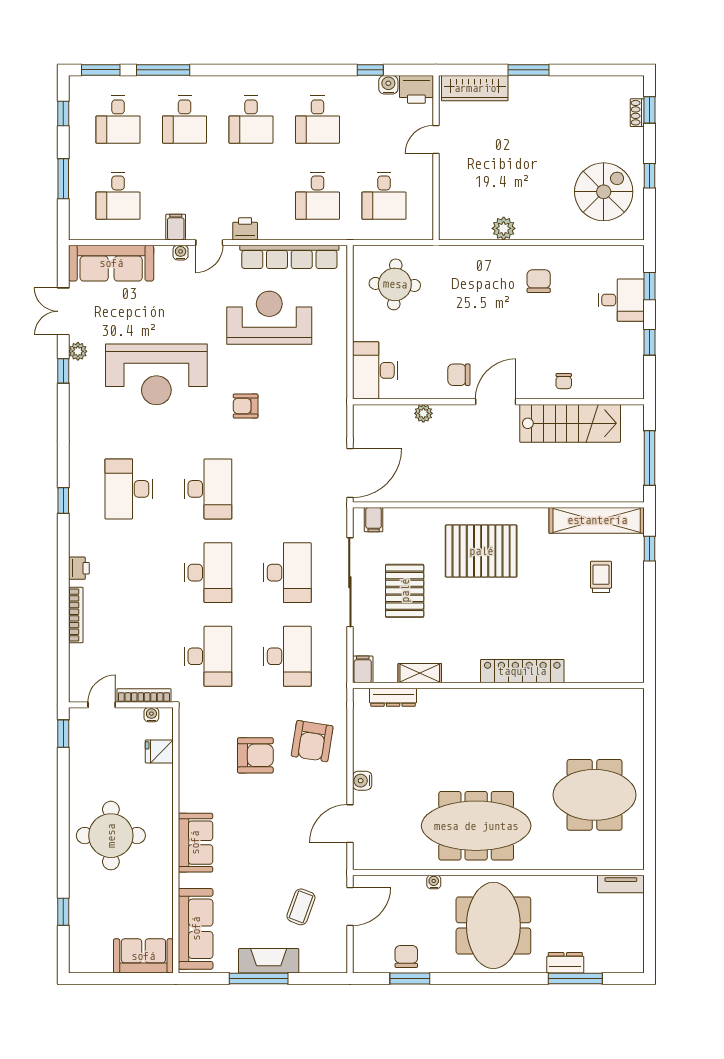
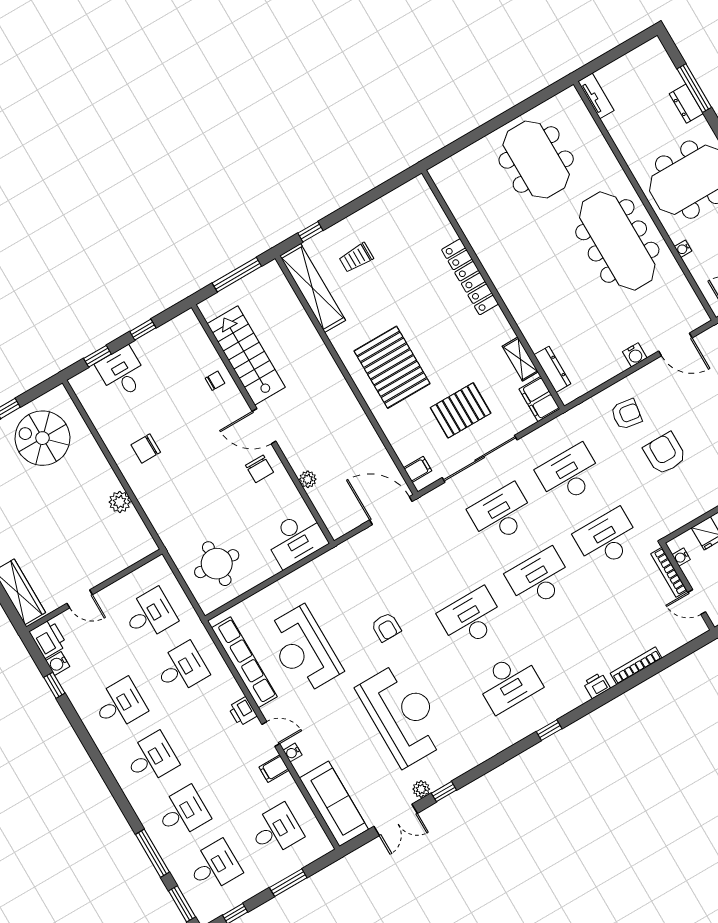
filing cabinet: (363, 669) -> (539, 399), width x2.00
armchair: (312, 741) -> (626, 414), width x0.72, depth x0.72

